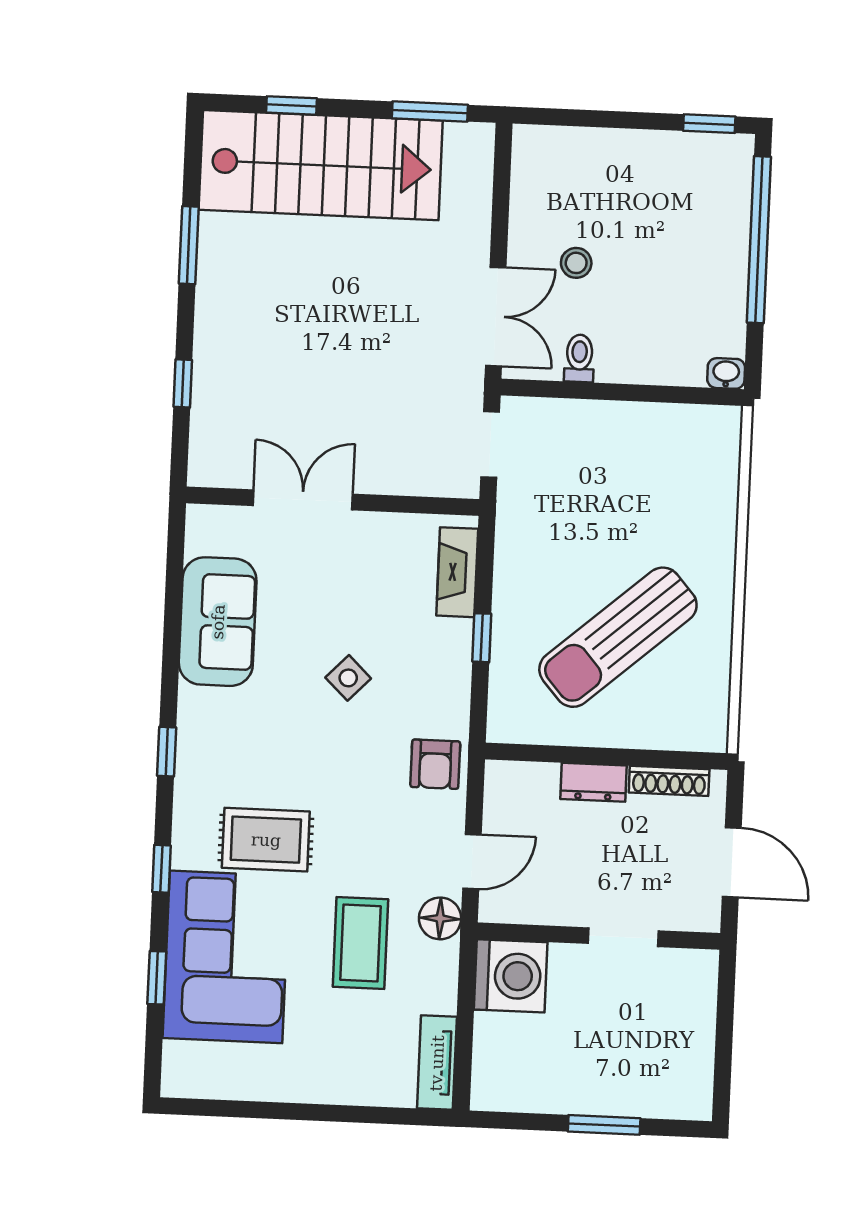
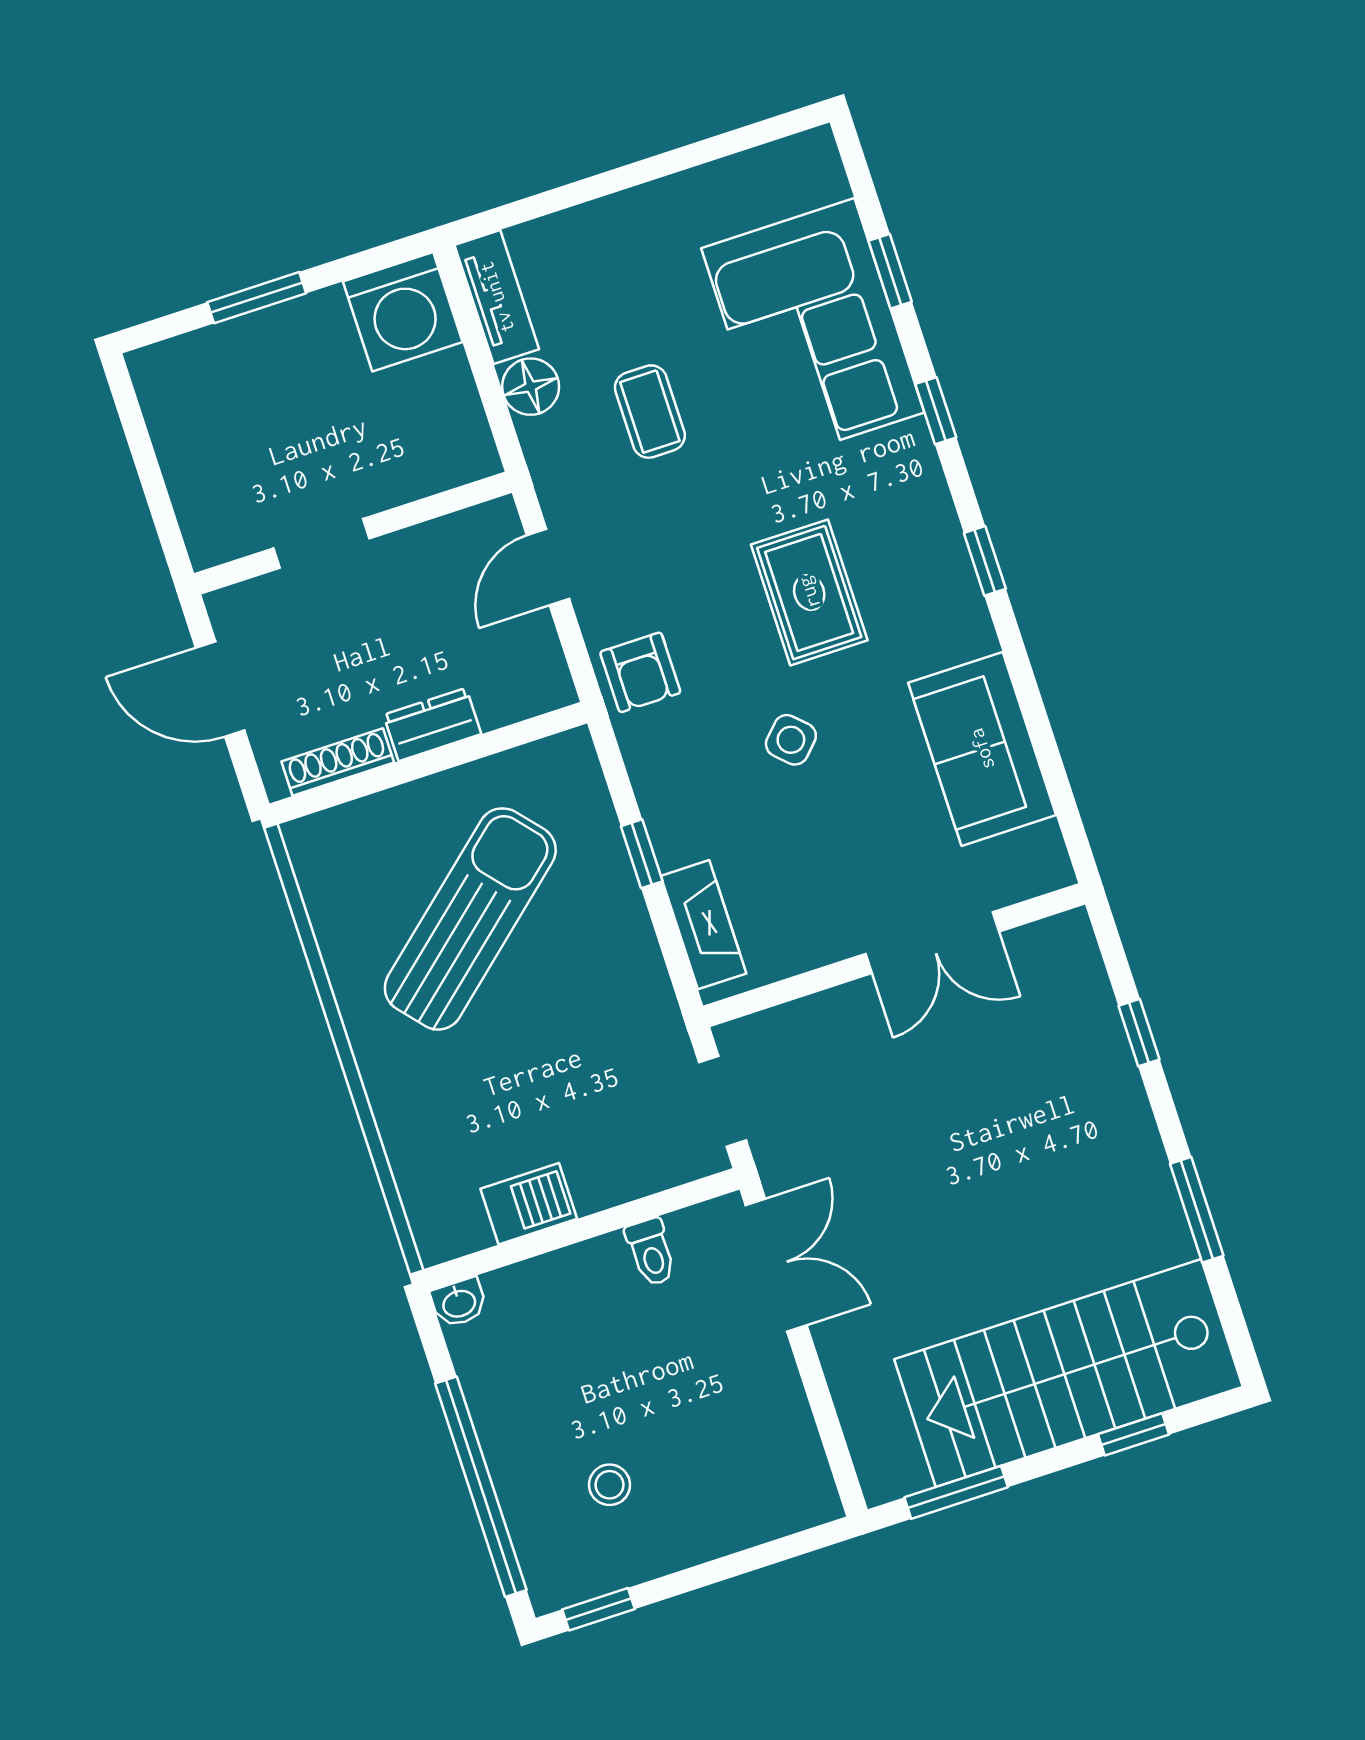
stool: (576, 263) -> (610, 1485), moved
double door: (496, 317) -> (776, 1265), swing flipped
barbecue: (652, 424) -> (529, 1204), added
armchair: (435, 764) -> (640, 672), turned 180
rug: (266, 840) -> (809, 592), moved, turned 90
floor lamp: (440, 918) -> (531, 387), moved
coffee table: (360, 943) -> (650, 412), width x0.73, depth x0.77
washing machine: (511, 976) -> (403, 312), moved, turned -90

